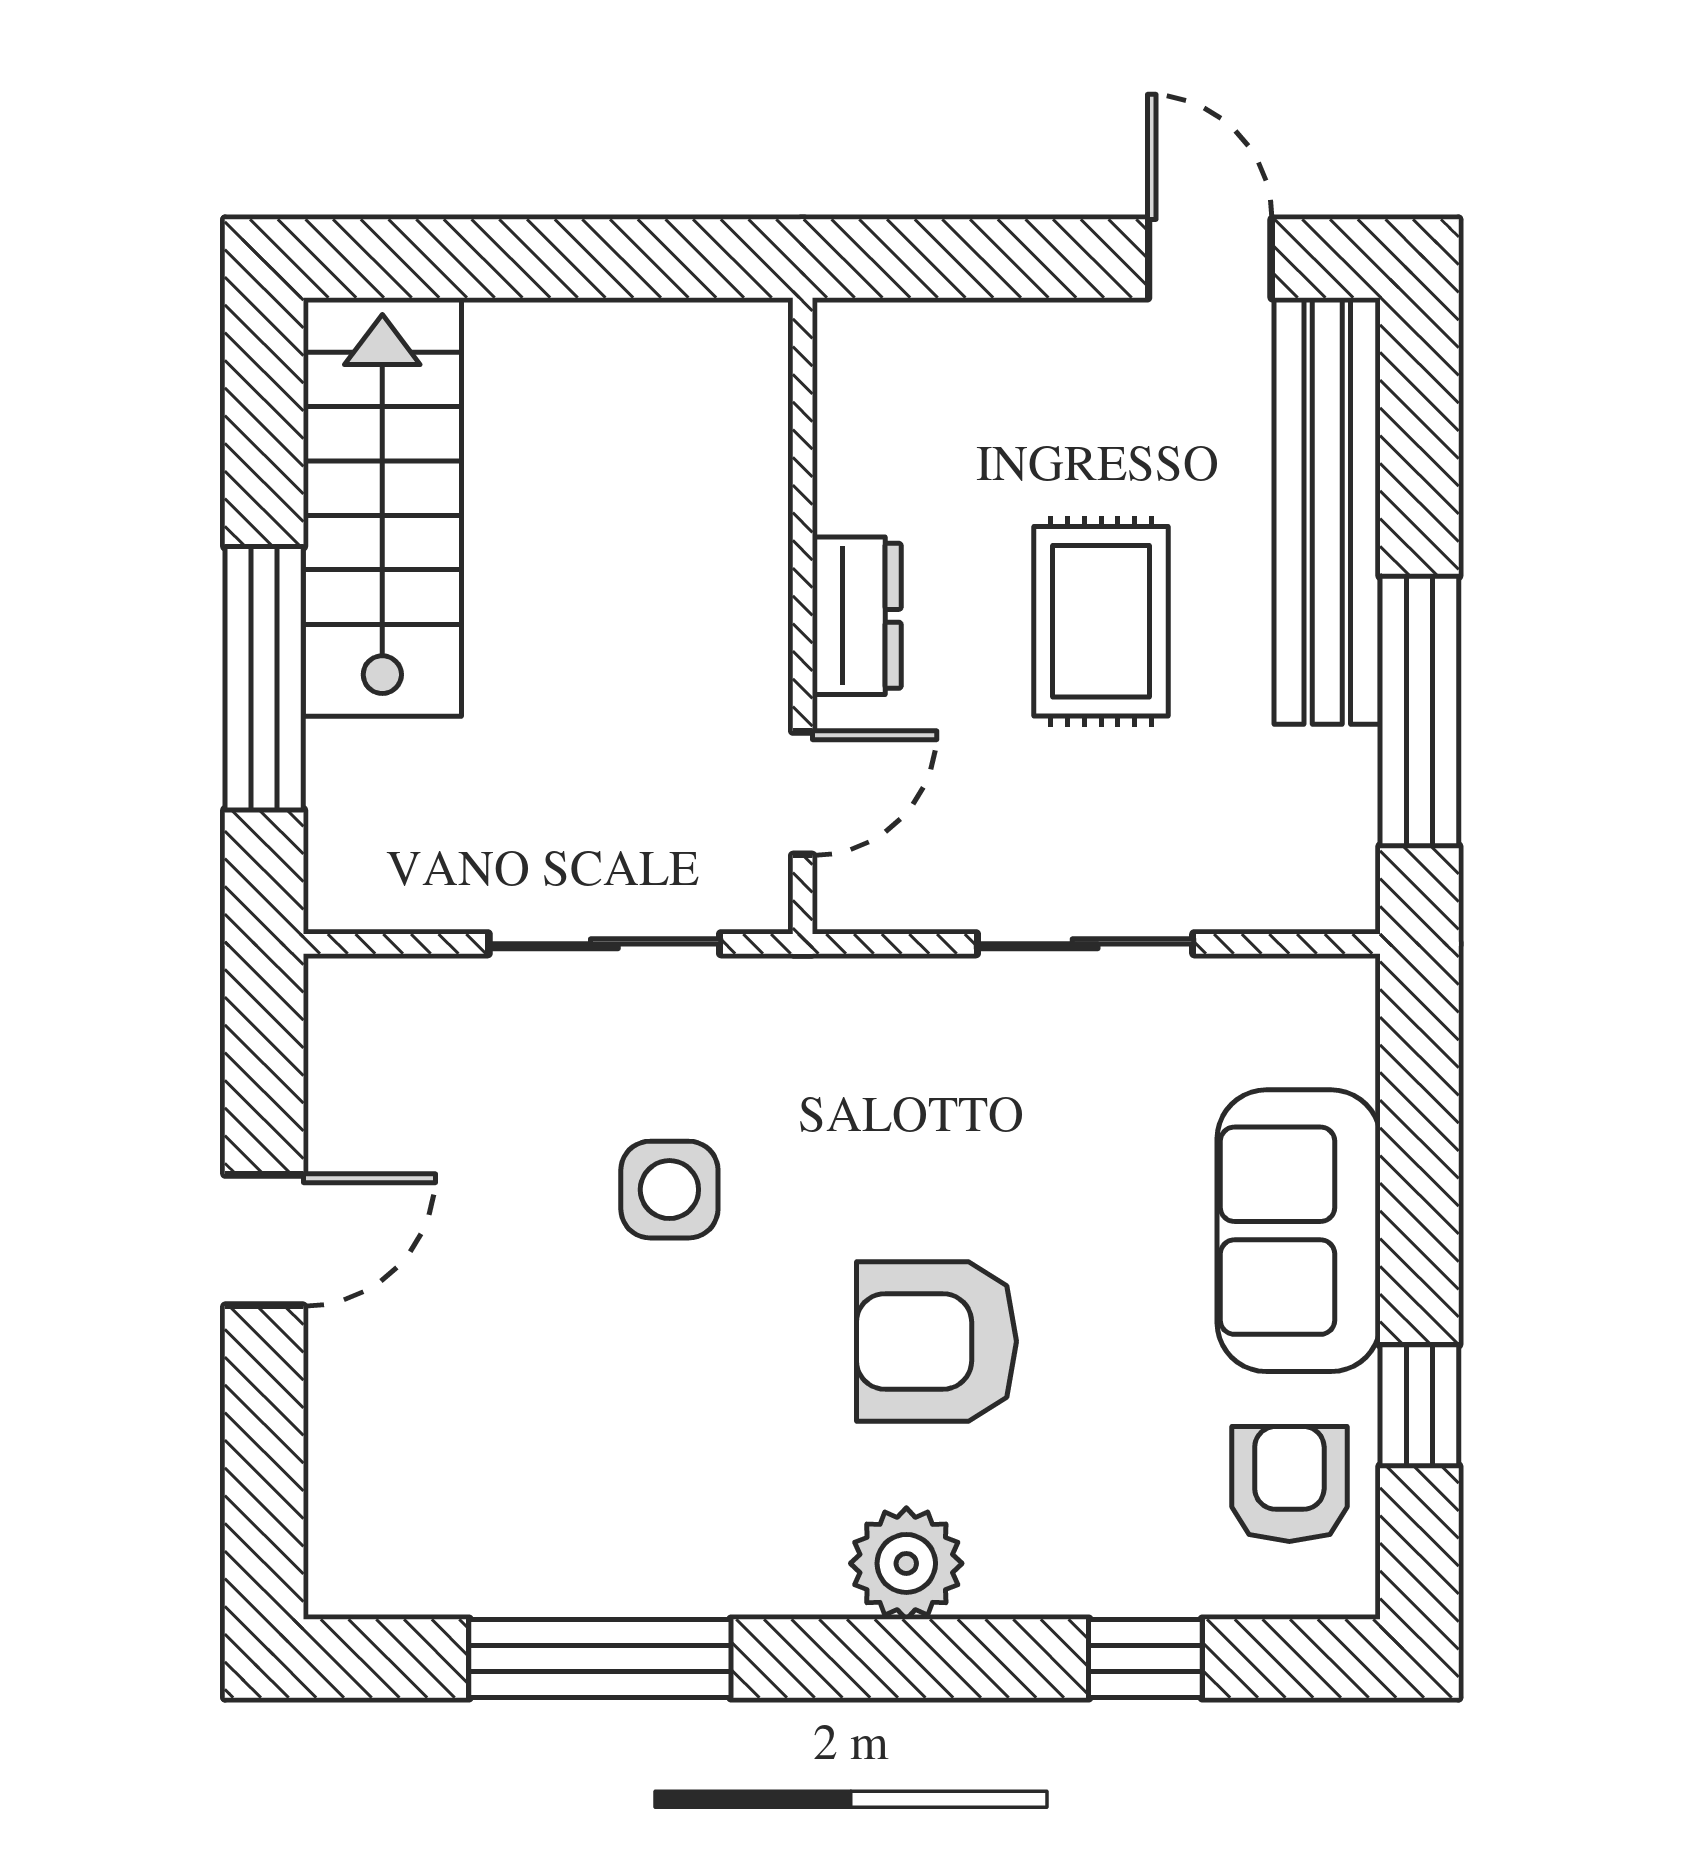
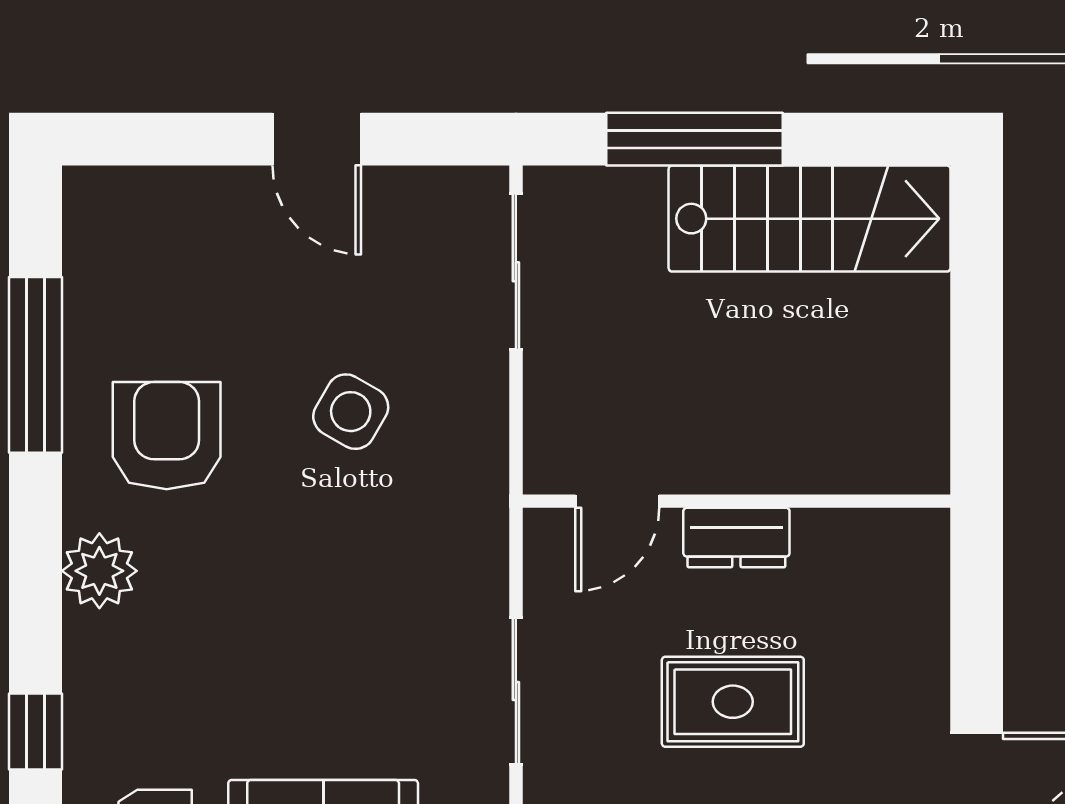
door: (803, 793) -> (617, 501), hinge flipped
sliding door: (604, 944) -> (516, 272), moved
side table: (669, 1190) -> (351, 412), turned 30
armchair: (936, 1341) -> (167, 436), moved

